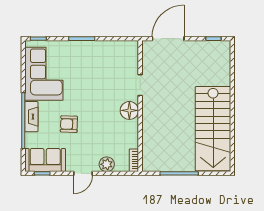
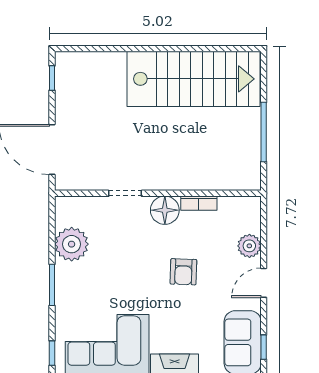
plant: (108, 51) -> (72, 244), added
armchair: (69, 124) -> (183, 272), moved
bookcase: (134, 160) -> (199, 203), moved
door: (83, 173) -> (264, 283), swing flipped

